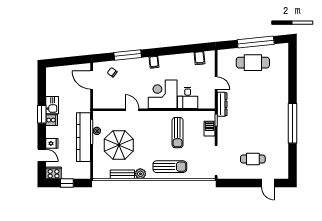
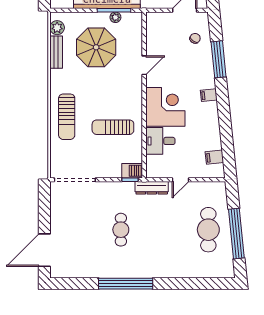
barbecue: (210, 129) -> (132, 171), moved
cafe table: (253, 159) -> (121, 230), moved
plant: (140, 174) -> (57, 28), moved
door: (268, 183) -> (44, 250), width x1.88

